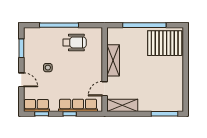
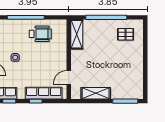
pallet: (165, 43) -> (126, 34), width x0.49, depth x0.50
shelving: (113, 60) -> (77, 34), moved
shelving: (122, 105) -> (96, 93), moved

